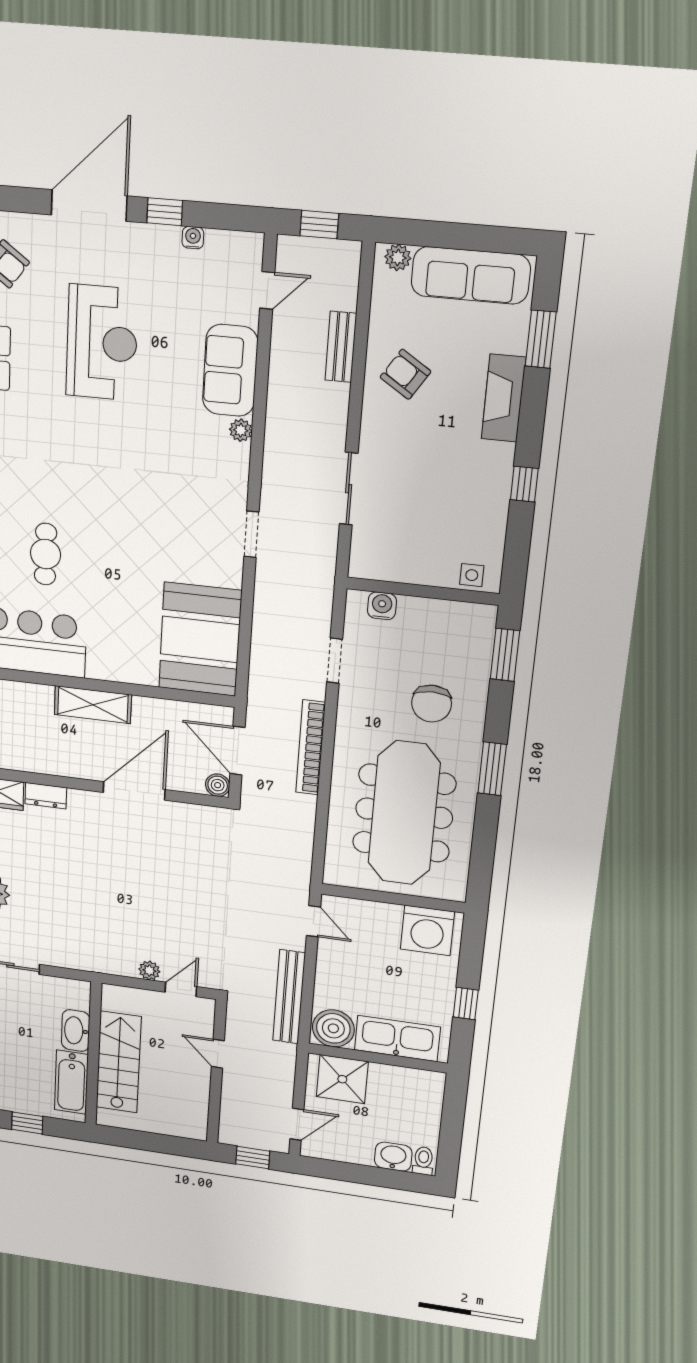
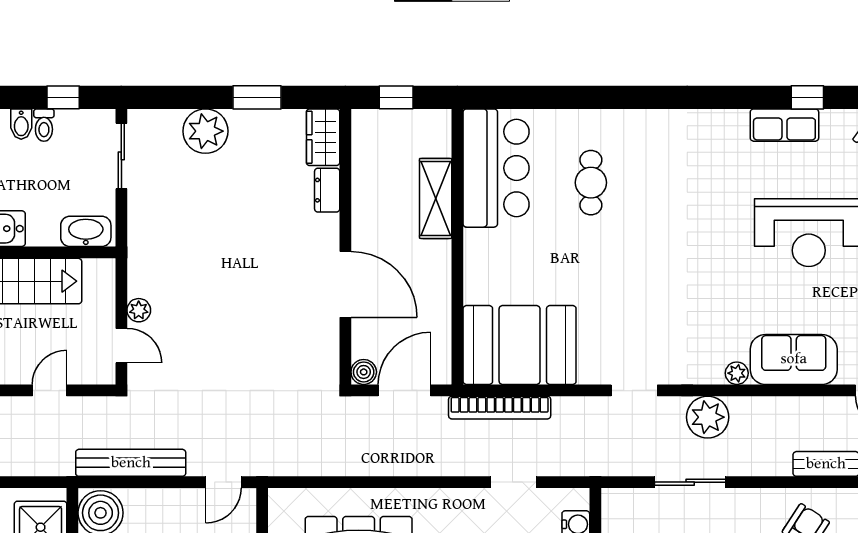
plant: (283, 464) -> (708, 417), added
cafe table: (46, 554) -> (591, 183), turned 90
shelving: (93, 705) -> (436, 198), moved
bookcase: (311, 748) -> (500, 408), moved, turned 180
washbasin: (76, 1031) -> (86, 231), moved

